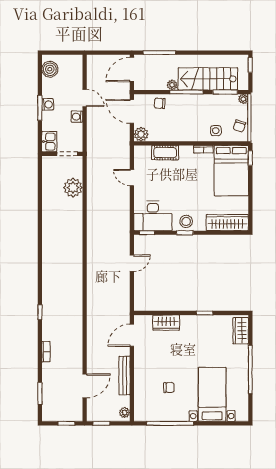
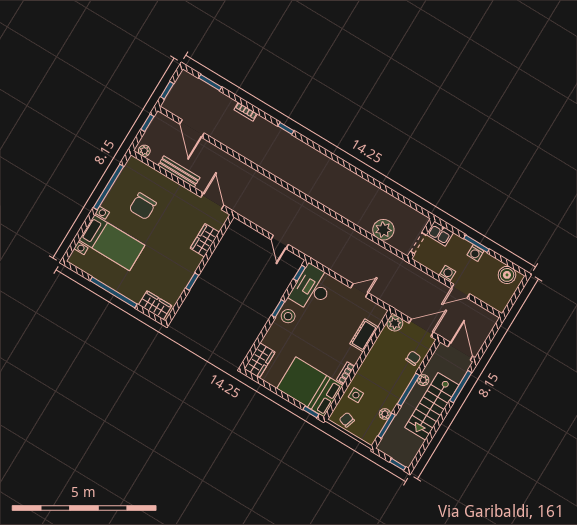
stairs: (208, 79) -> (432, 406), moved, turned 180
plant: (243, 99) -> (385, 414), moved
wardrobe: (227, 223) -> (260, 360), width x0.67
chair: (169, 387) -> (143, 206), width x1.87, depth x1.87

